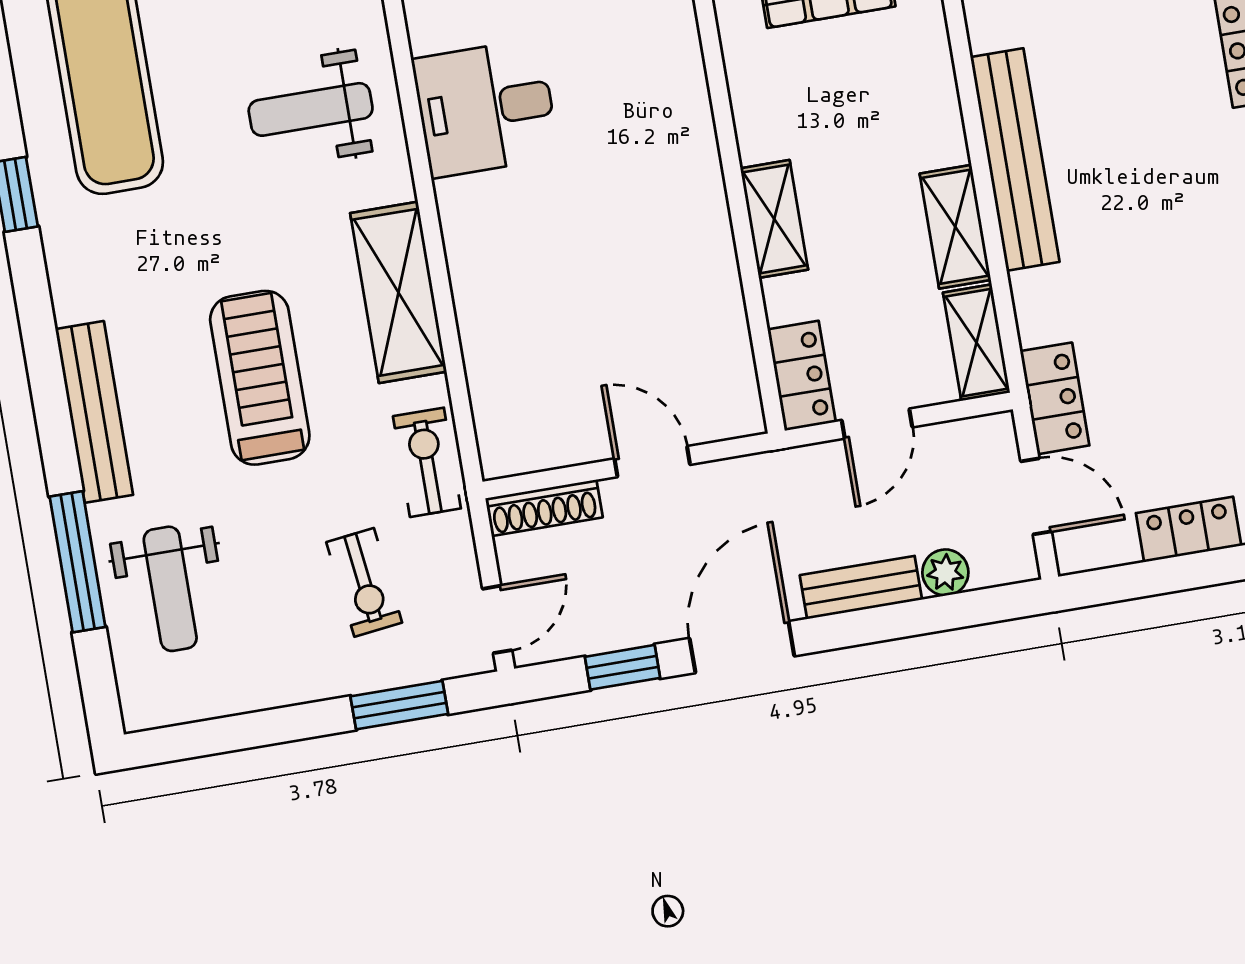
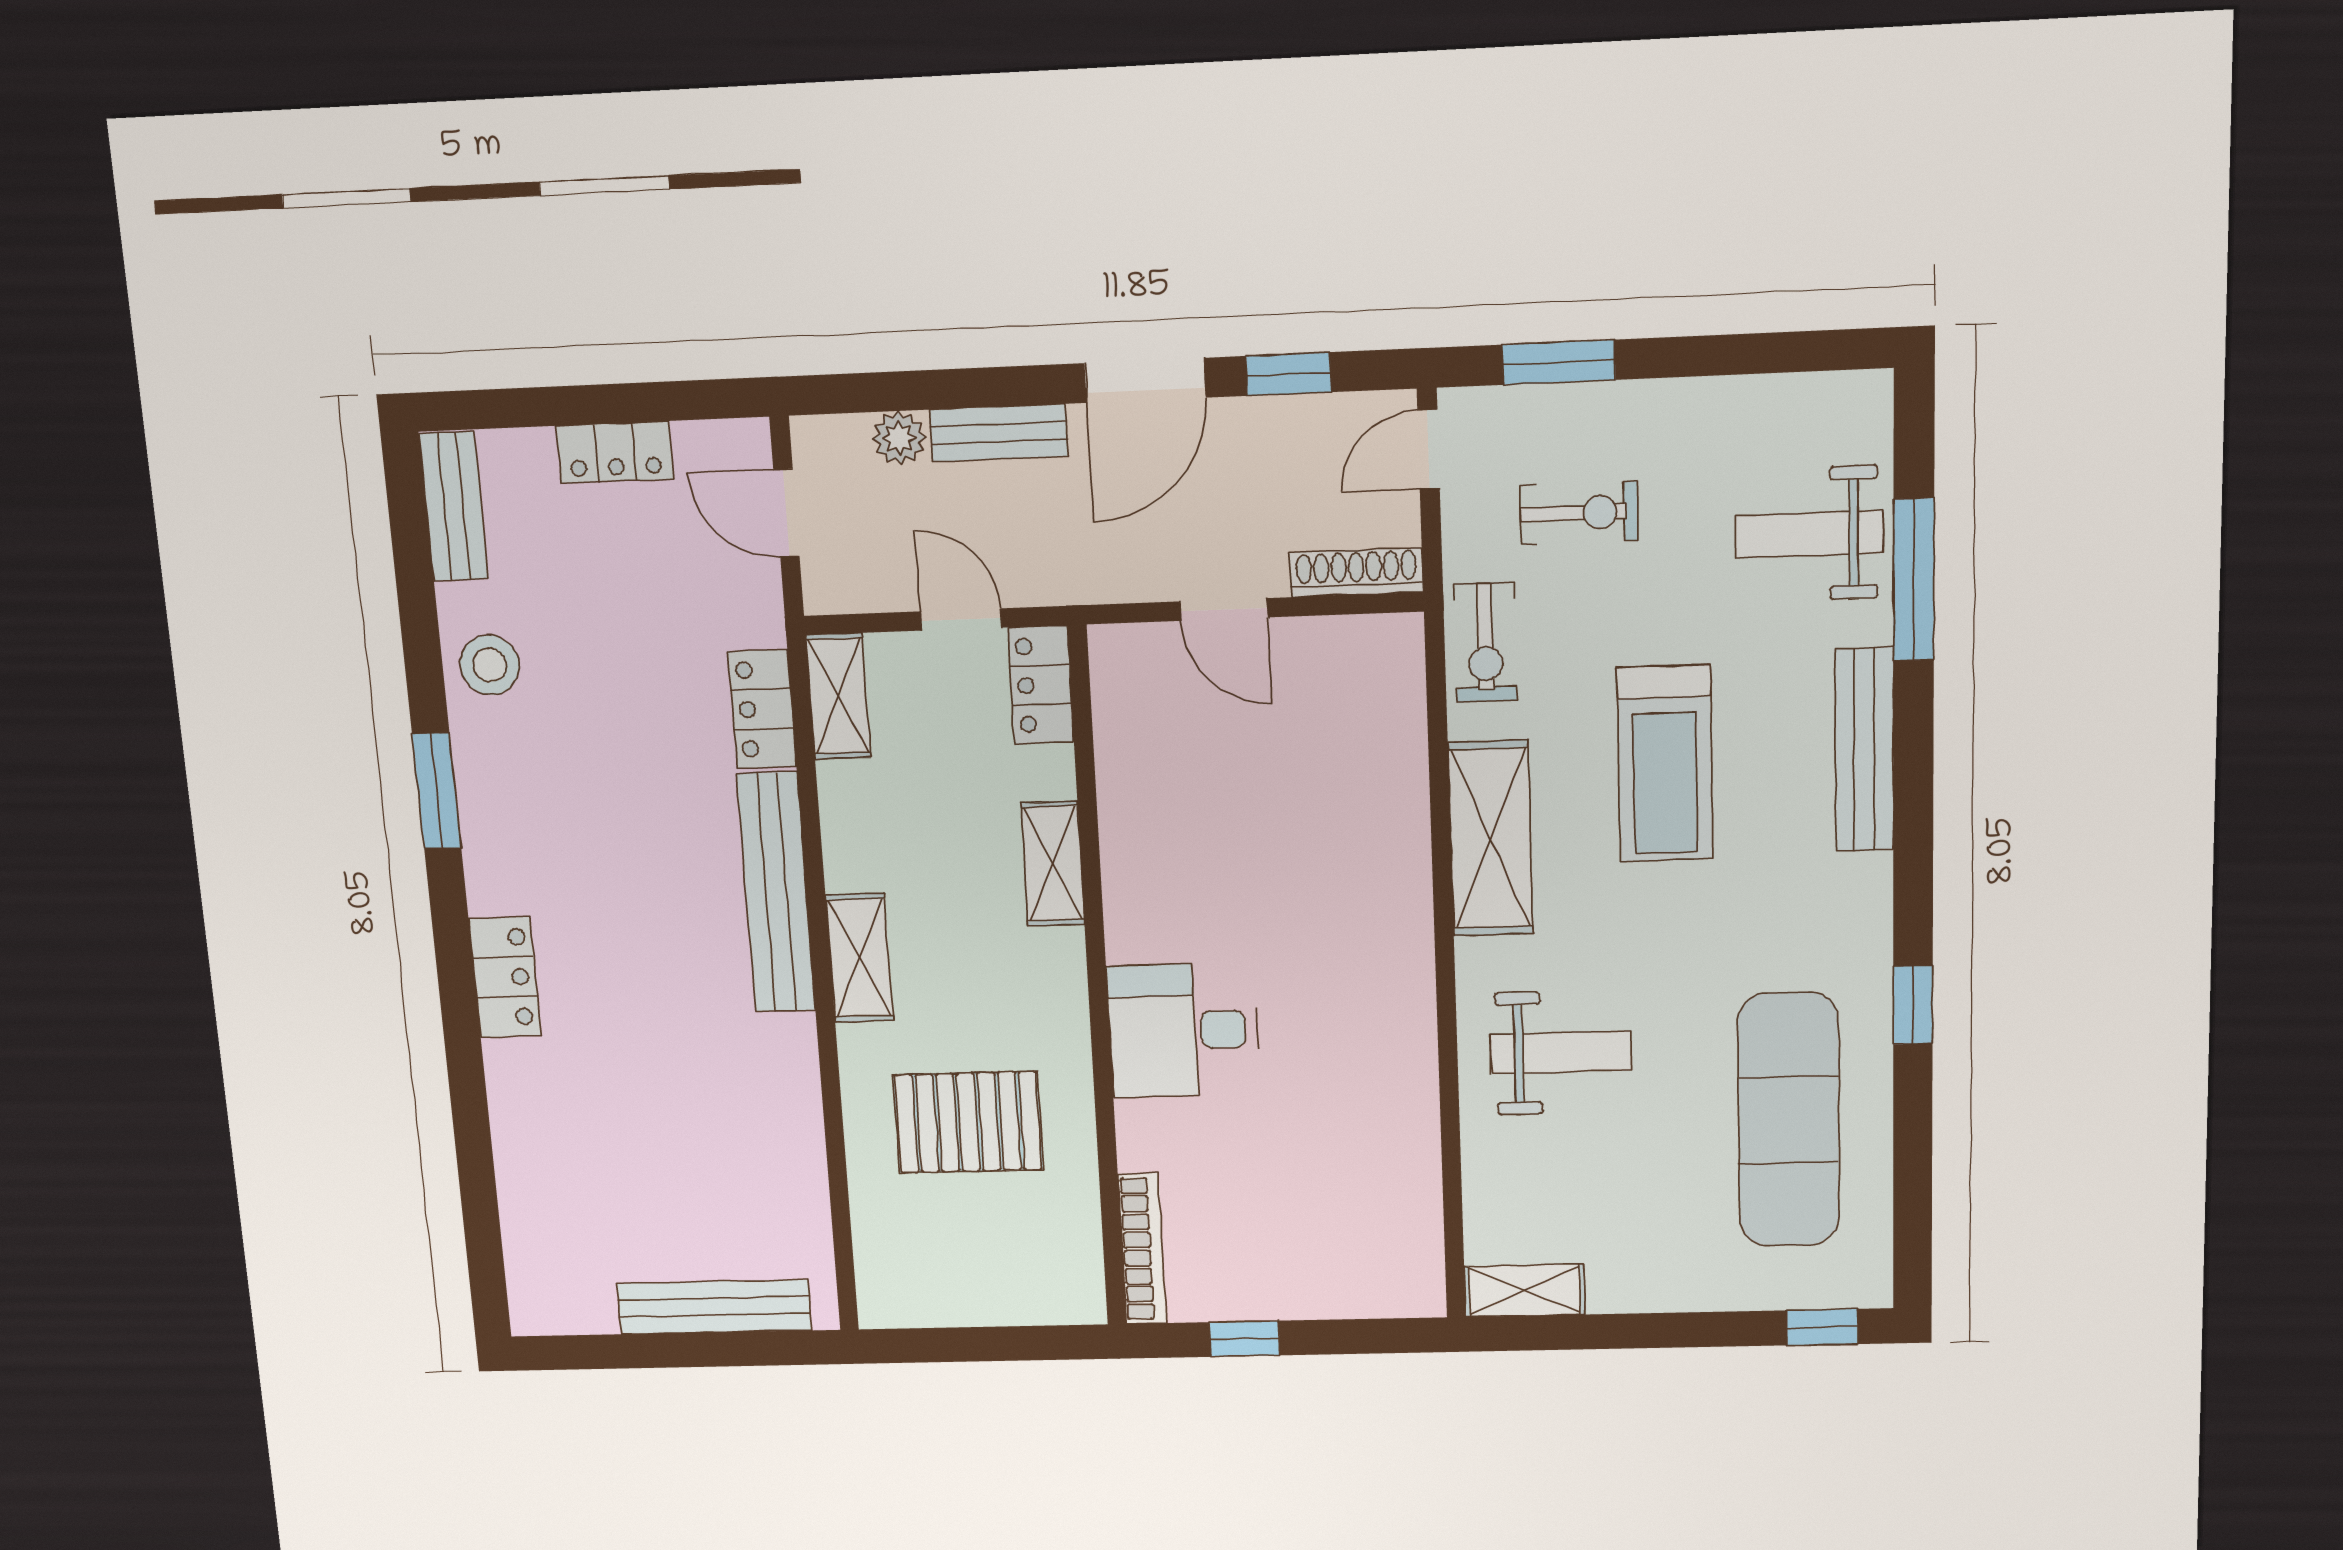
desk: (486, 108) -> (1183, 1030), moved, turned 180
shelving: (955, 227) -> (859, 958), moved
locker: (1055, 398) -> (762, 709), moved
door: (877, 424) -> (961, 619), hinge flipped
exercise bike: (364, 582) -> (1579, 513), turned 97
weight bench: (170, 589) -> (1809, 534), turned -90

